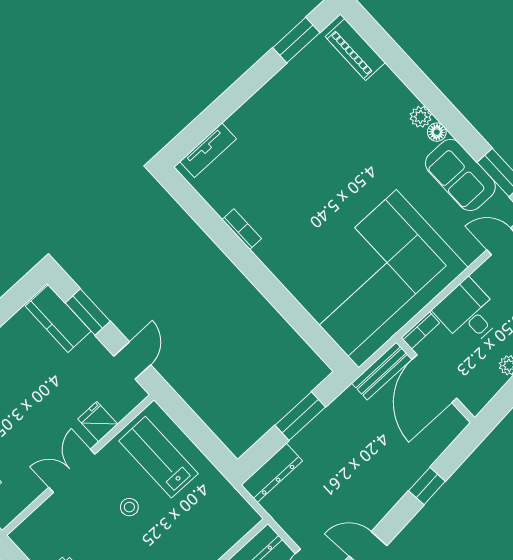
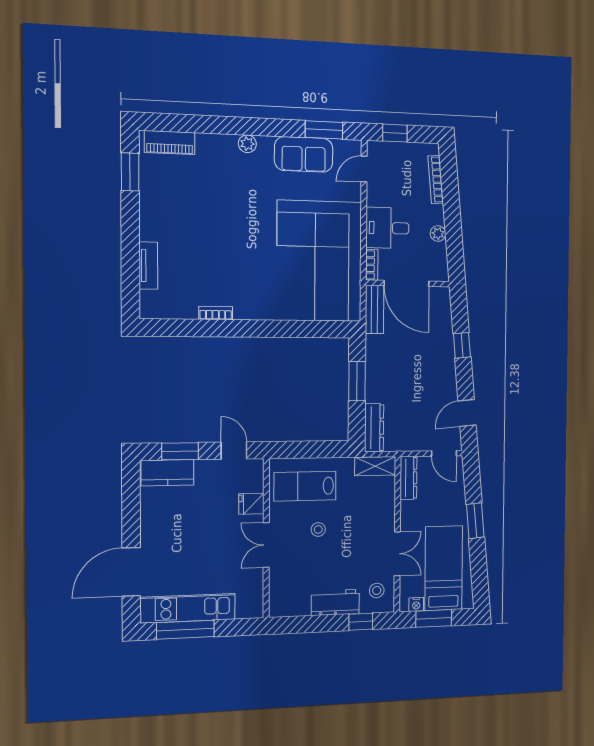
floor lamp: (437, 132) -> (265, 143), removed
tv unit: (208, 150) -> (148, 266), moved
shelving: (237, 507) -> (375, 466), added

